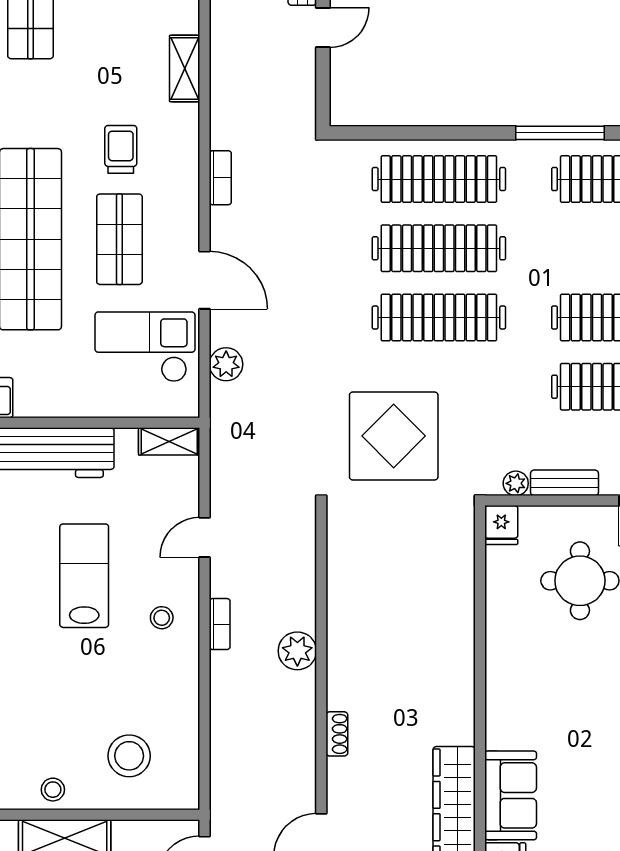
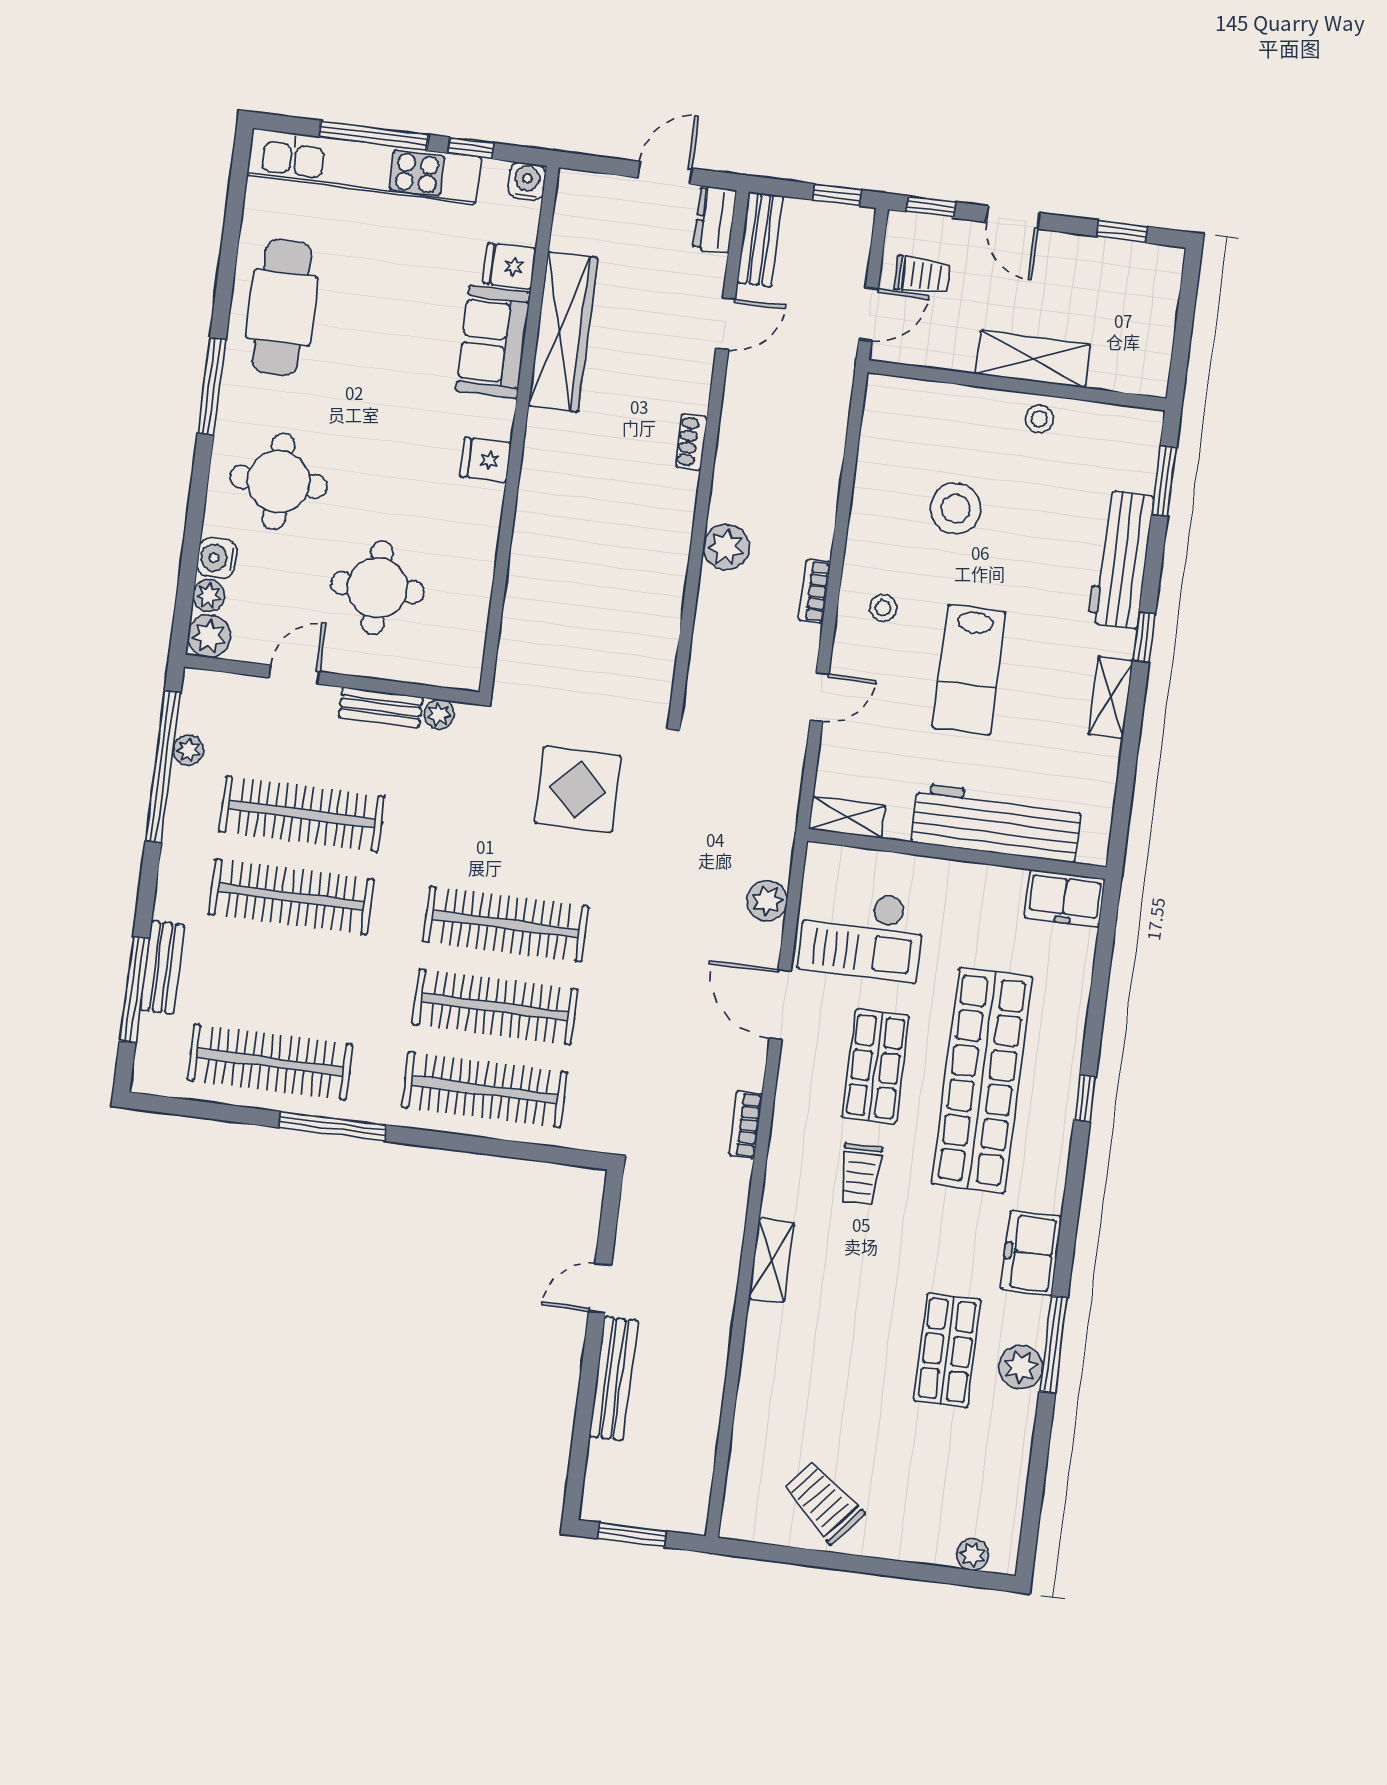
display table: (394, 436) -> (578, 789), width x0.73, depth x0.73
fridge: (501, 525) -> (486, 460), moved, turned -90
stool: (129, 756) -> (956, 509), moved

